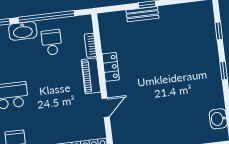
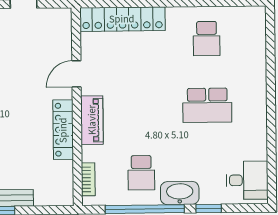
bookcase: (90, 45) -> (88, 179), moved
locker: (111, 67) -> (63, 130), width x1.53

